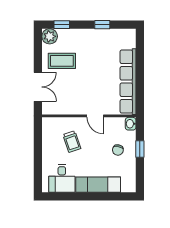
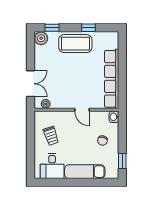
coffee table: (62, 61) -> (75, 44), moved, width x1.36, depth x1.32
plant: (55, 109) -> (46, 104), added
trolley: (72, 142) -> (51, 136), moved
window: (140, 149) -> (122, 161), moved

